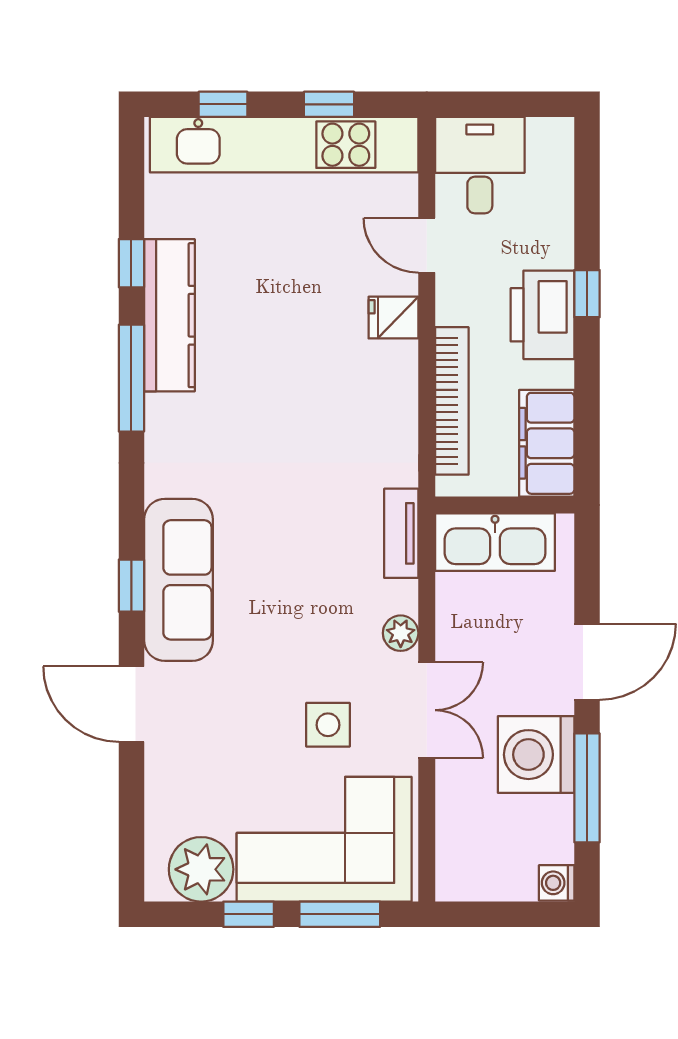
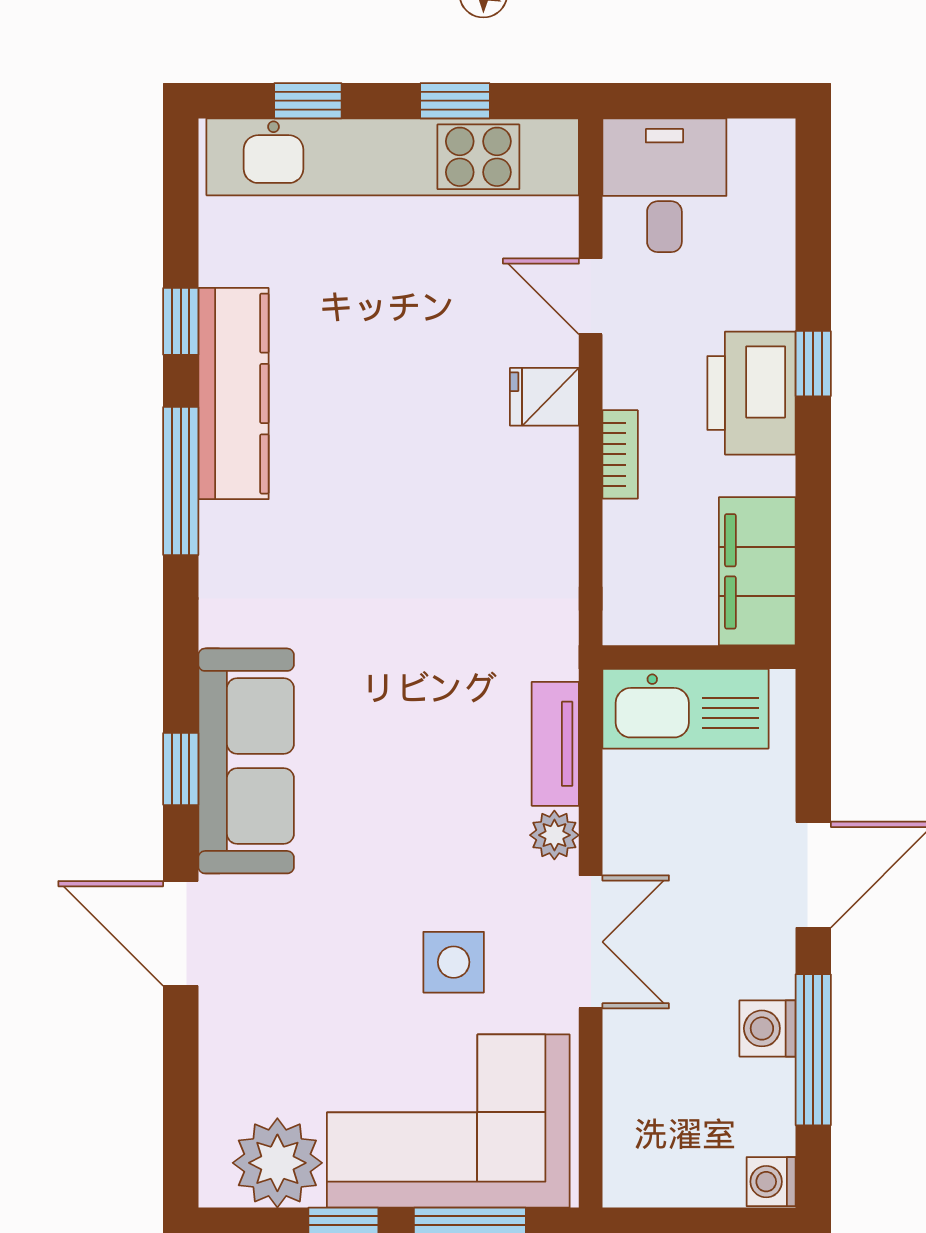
bookcase: (452, 401) -> (620, 454), width x0.43, depth x0.76
tv unit: (401, 533) -> (555, 744), moved
washing machine: (536, 755) -> (768, 1028), width x0.53, depth x0.53

